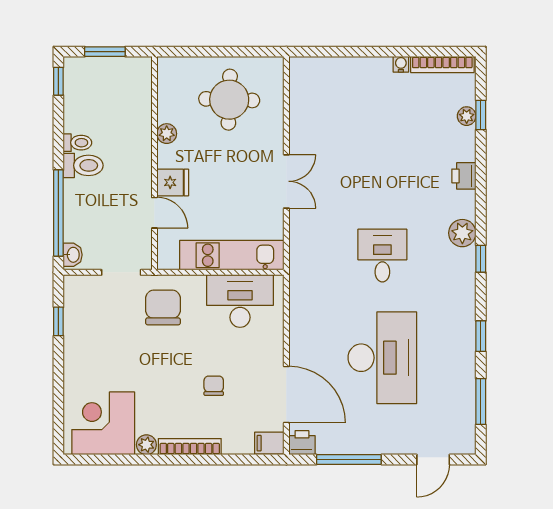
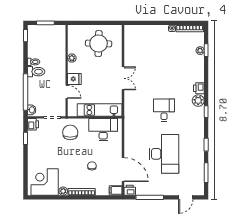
printer: (464, 176) -> (199, 88), moved
printer: (76, 289) -> (33, 124), added

